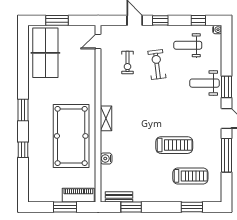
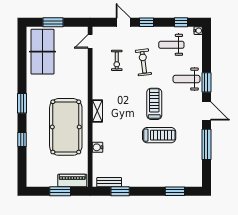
treadmill: (190, 176) -> (154, 104), moved, turned -90

